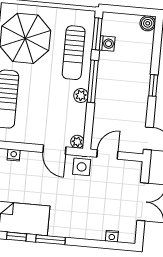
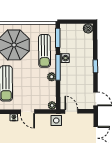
washing machine: (107, 44) -> (65, 58), moved
door: (54, 150) -> (27, 112), moved
door: (107, 154) -> (71, 111), hinge flipped

